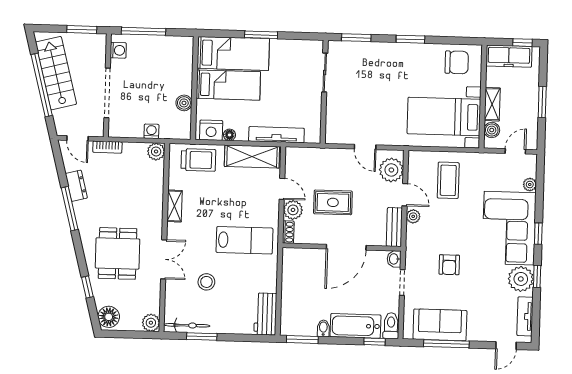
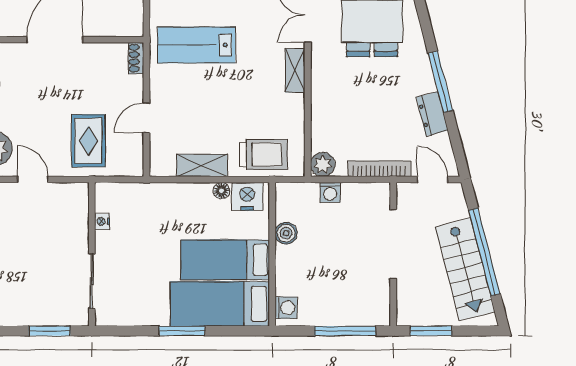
washing machine: (118, 50) -> (286, 308), moved, turned 180
nightstand: (316, 115) -> (102, 222), added
tv unit: (276, 135) -> (156, 193), removed
bookcase: (107, 147) -> (379, 169), width x1.56
shelving: (252, 156) -> (202, 165), width x0.67, depth x0.75
trolley: (198, 160) -> (264, 155), turned 180
door: (282, 189) -> (146, 118), hinge flipped
rug: (333, 202) -> (88, 141), moved, turned 90
shelving: (174, 206) -> (295, 70), moved
plant: (293, 210) -> (130, 89), removed

